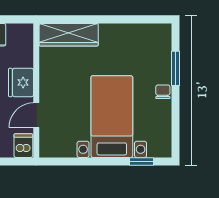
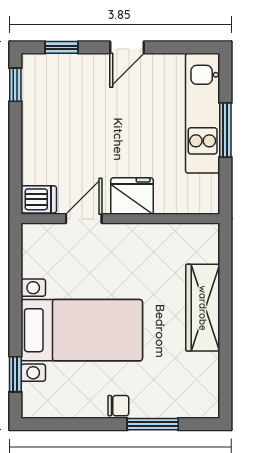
wardrobe: (69, 35) -> (203, 308), moved
door: (36, 115) -> (84, 219), hinge flipped

